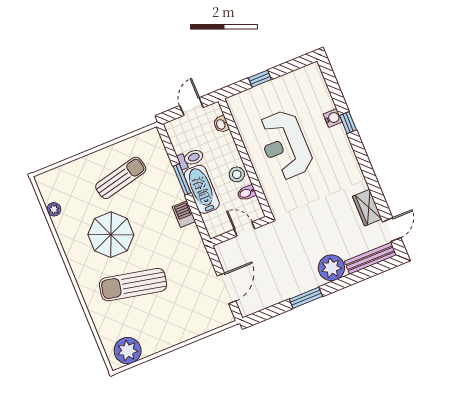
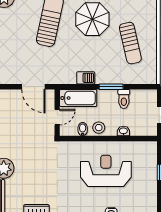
washbasin: (221, 124) -> (123, 131), moved
bathtub: (202, 189) -> (78, 98), moved
door: (226, 288) -> (33, 87), moved

